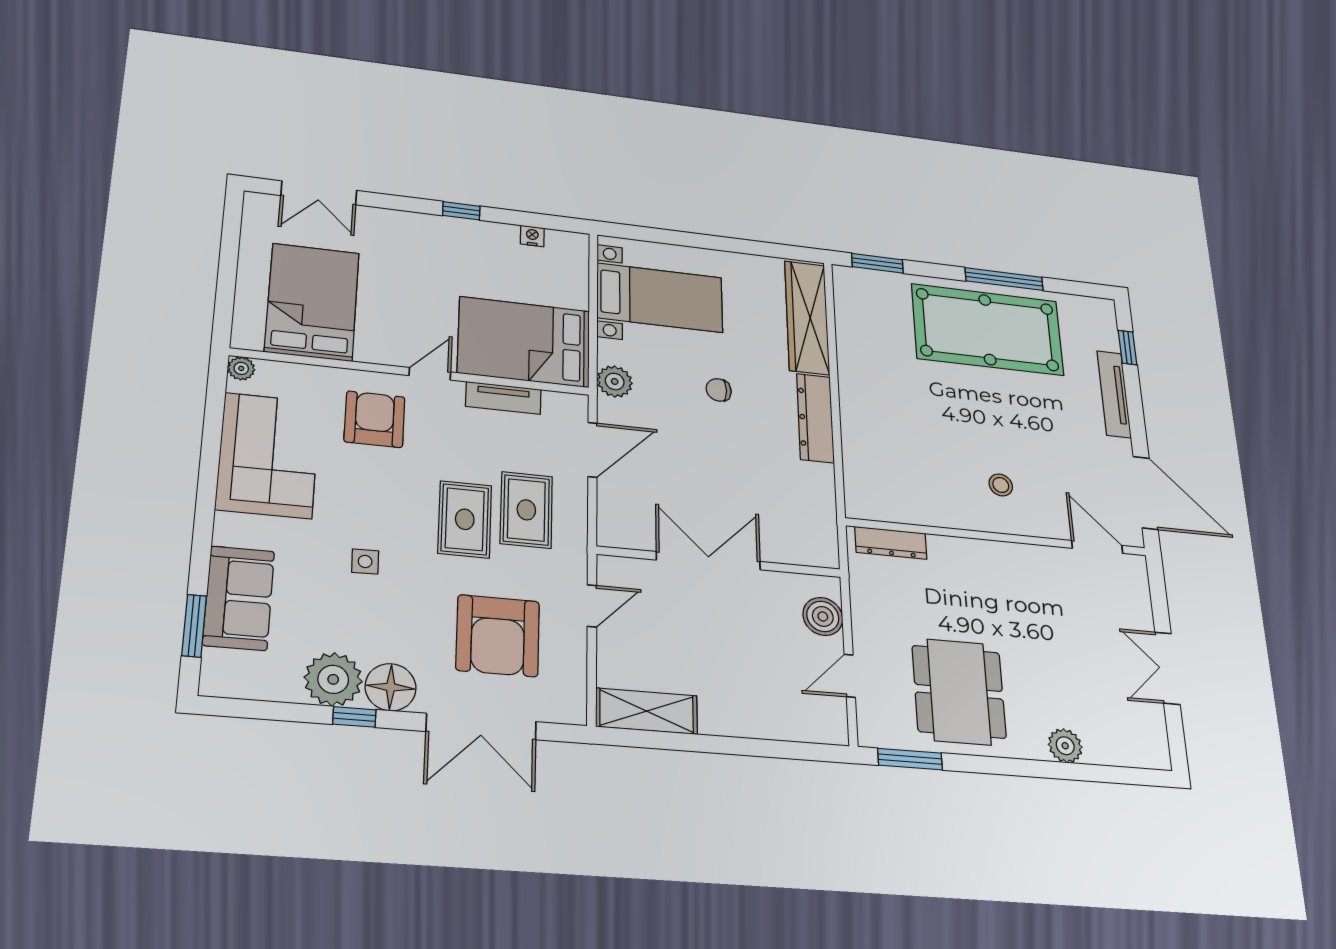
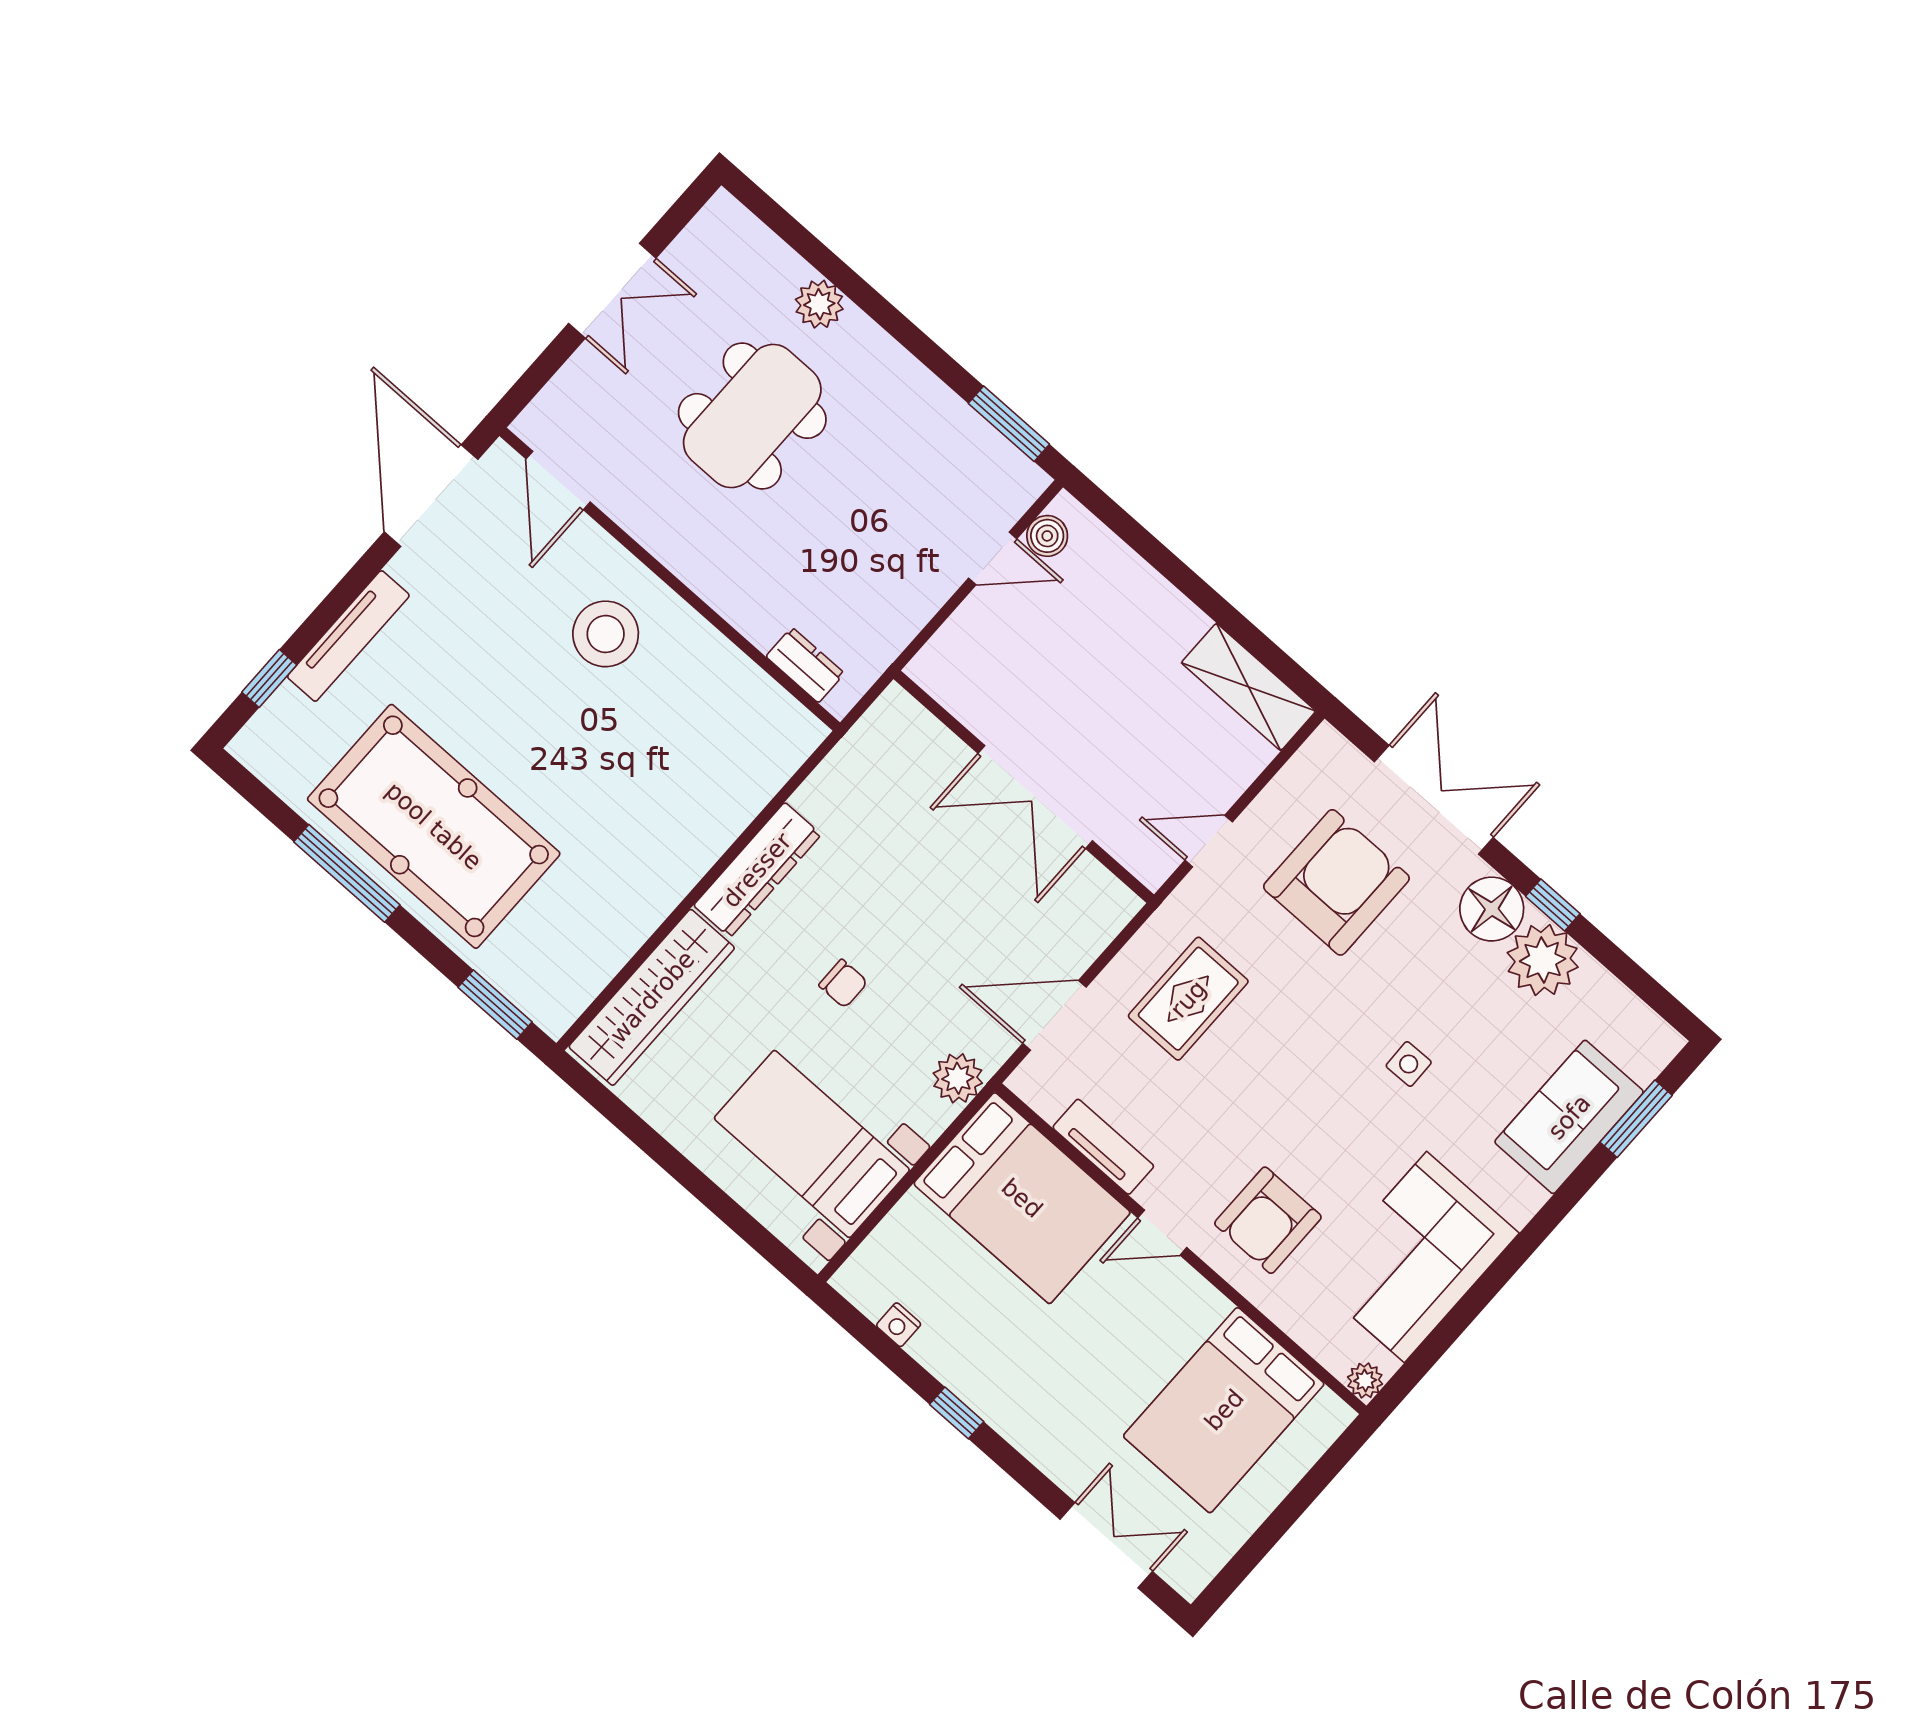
stool: (1001, 485) -> (606, 634), width x1.89, depth x1.89
rug: (465, 519) -> (1264, 1036), removed
dresser: (891, 543) -> (805, 665), width x0.70
boiler: (823, 616) -> (1047, 536), moved, width x0.73, depth x0.73
dining table: (959, 692) -> (752, 416), moved

